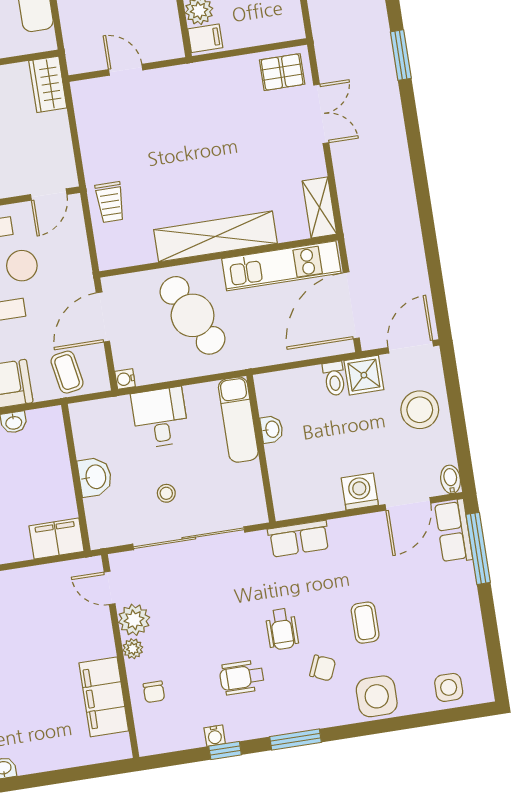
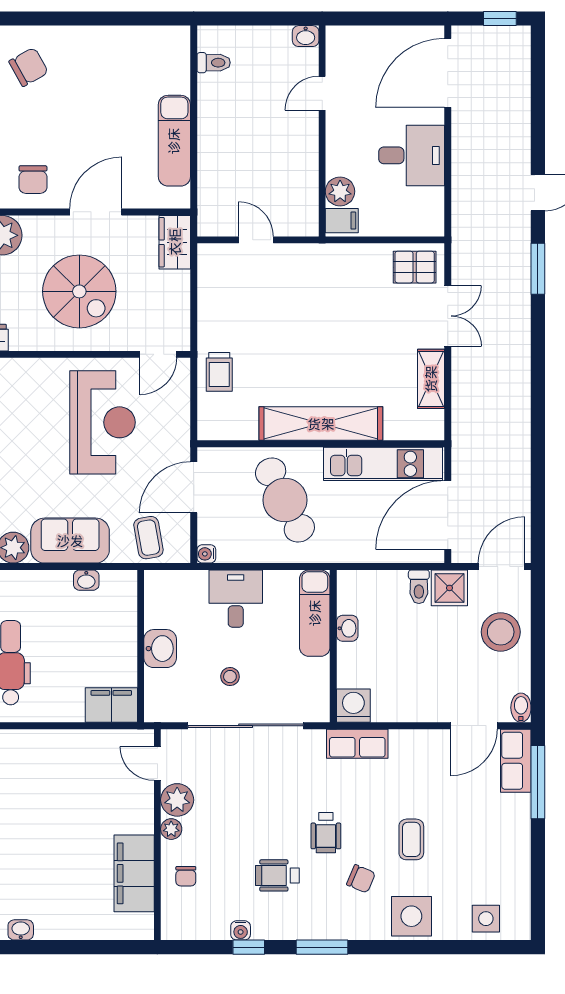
shelving: (319, 207) -> (431, 379), moved
washing machine: (360, 492) -> (353, 706), moved

